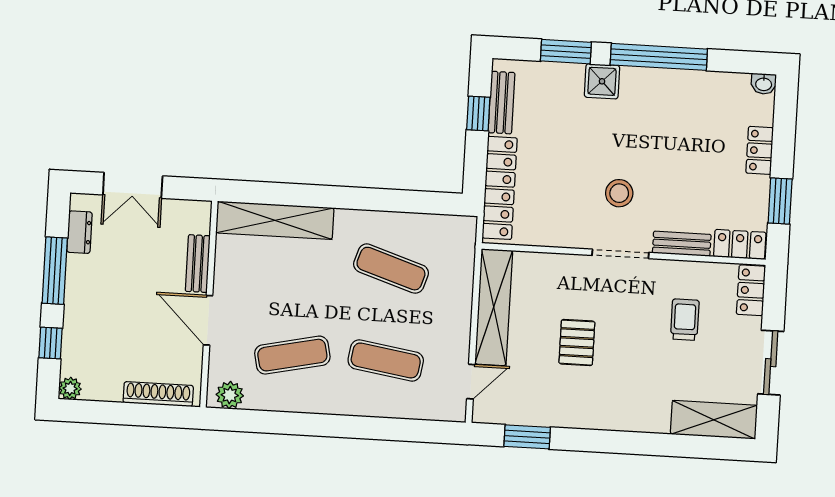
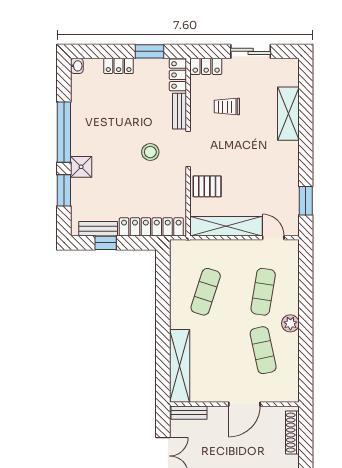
bench: (198, 264) -> (189, 413), moved
pallet: (577, 343) -> (207, 186), moved
plant: (230, 395) -> (290, 323), moved
shelving: (714, 420) -> (288, 114), moved

